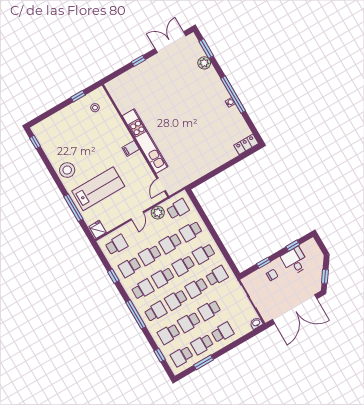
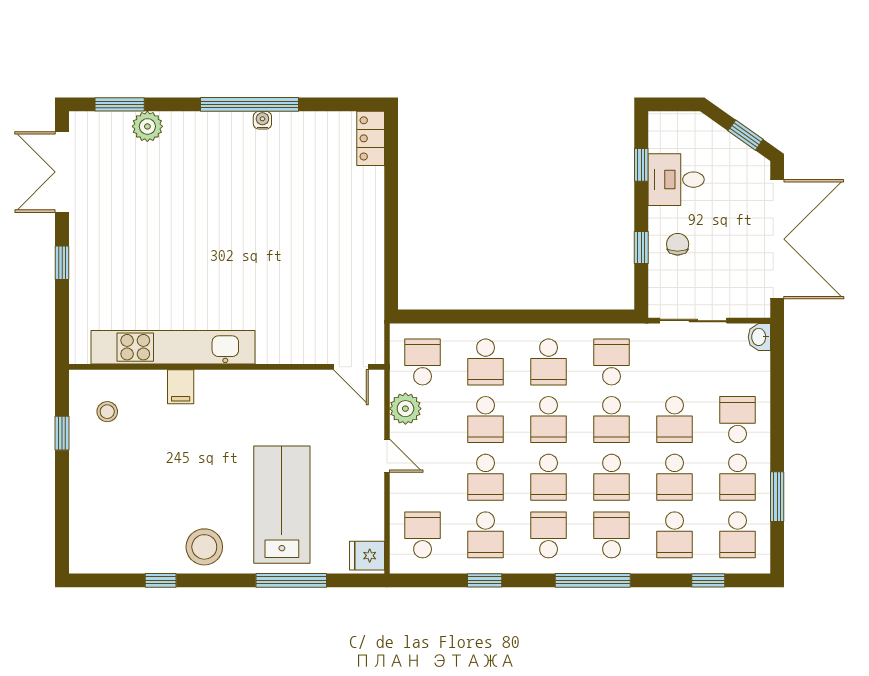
kitchen unit: (145, 141) -> (173, 347), moved
window: (35, 142) -> (161, 580), moved
filing cabinet: (131, 148) -> (181, 387), moved

